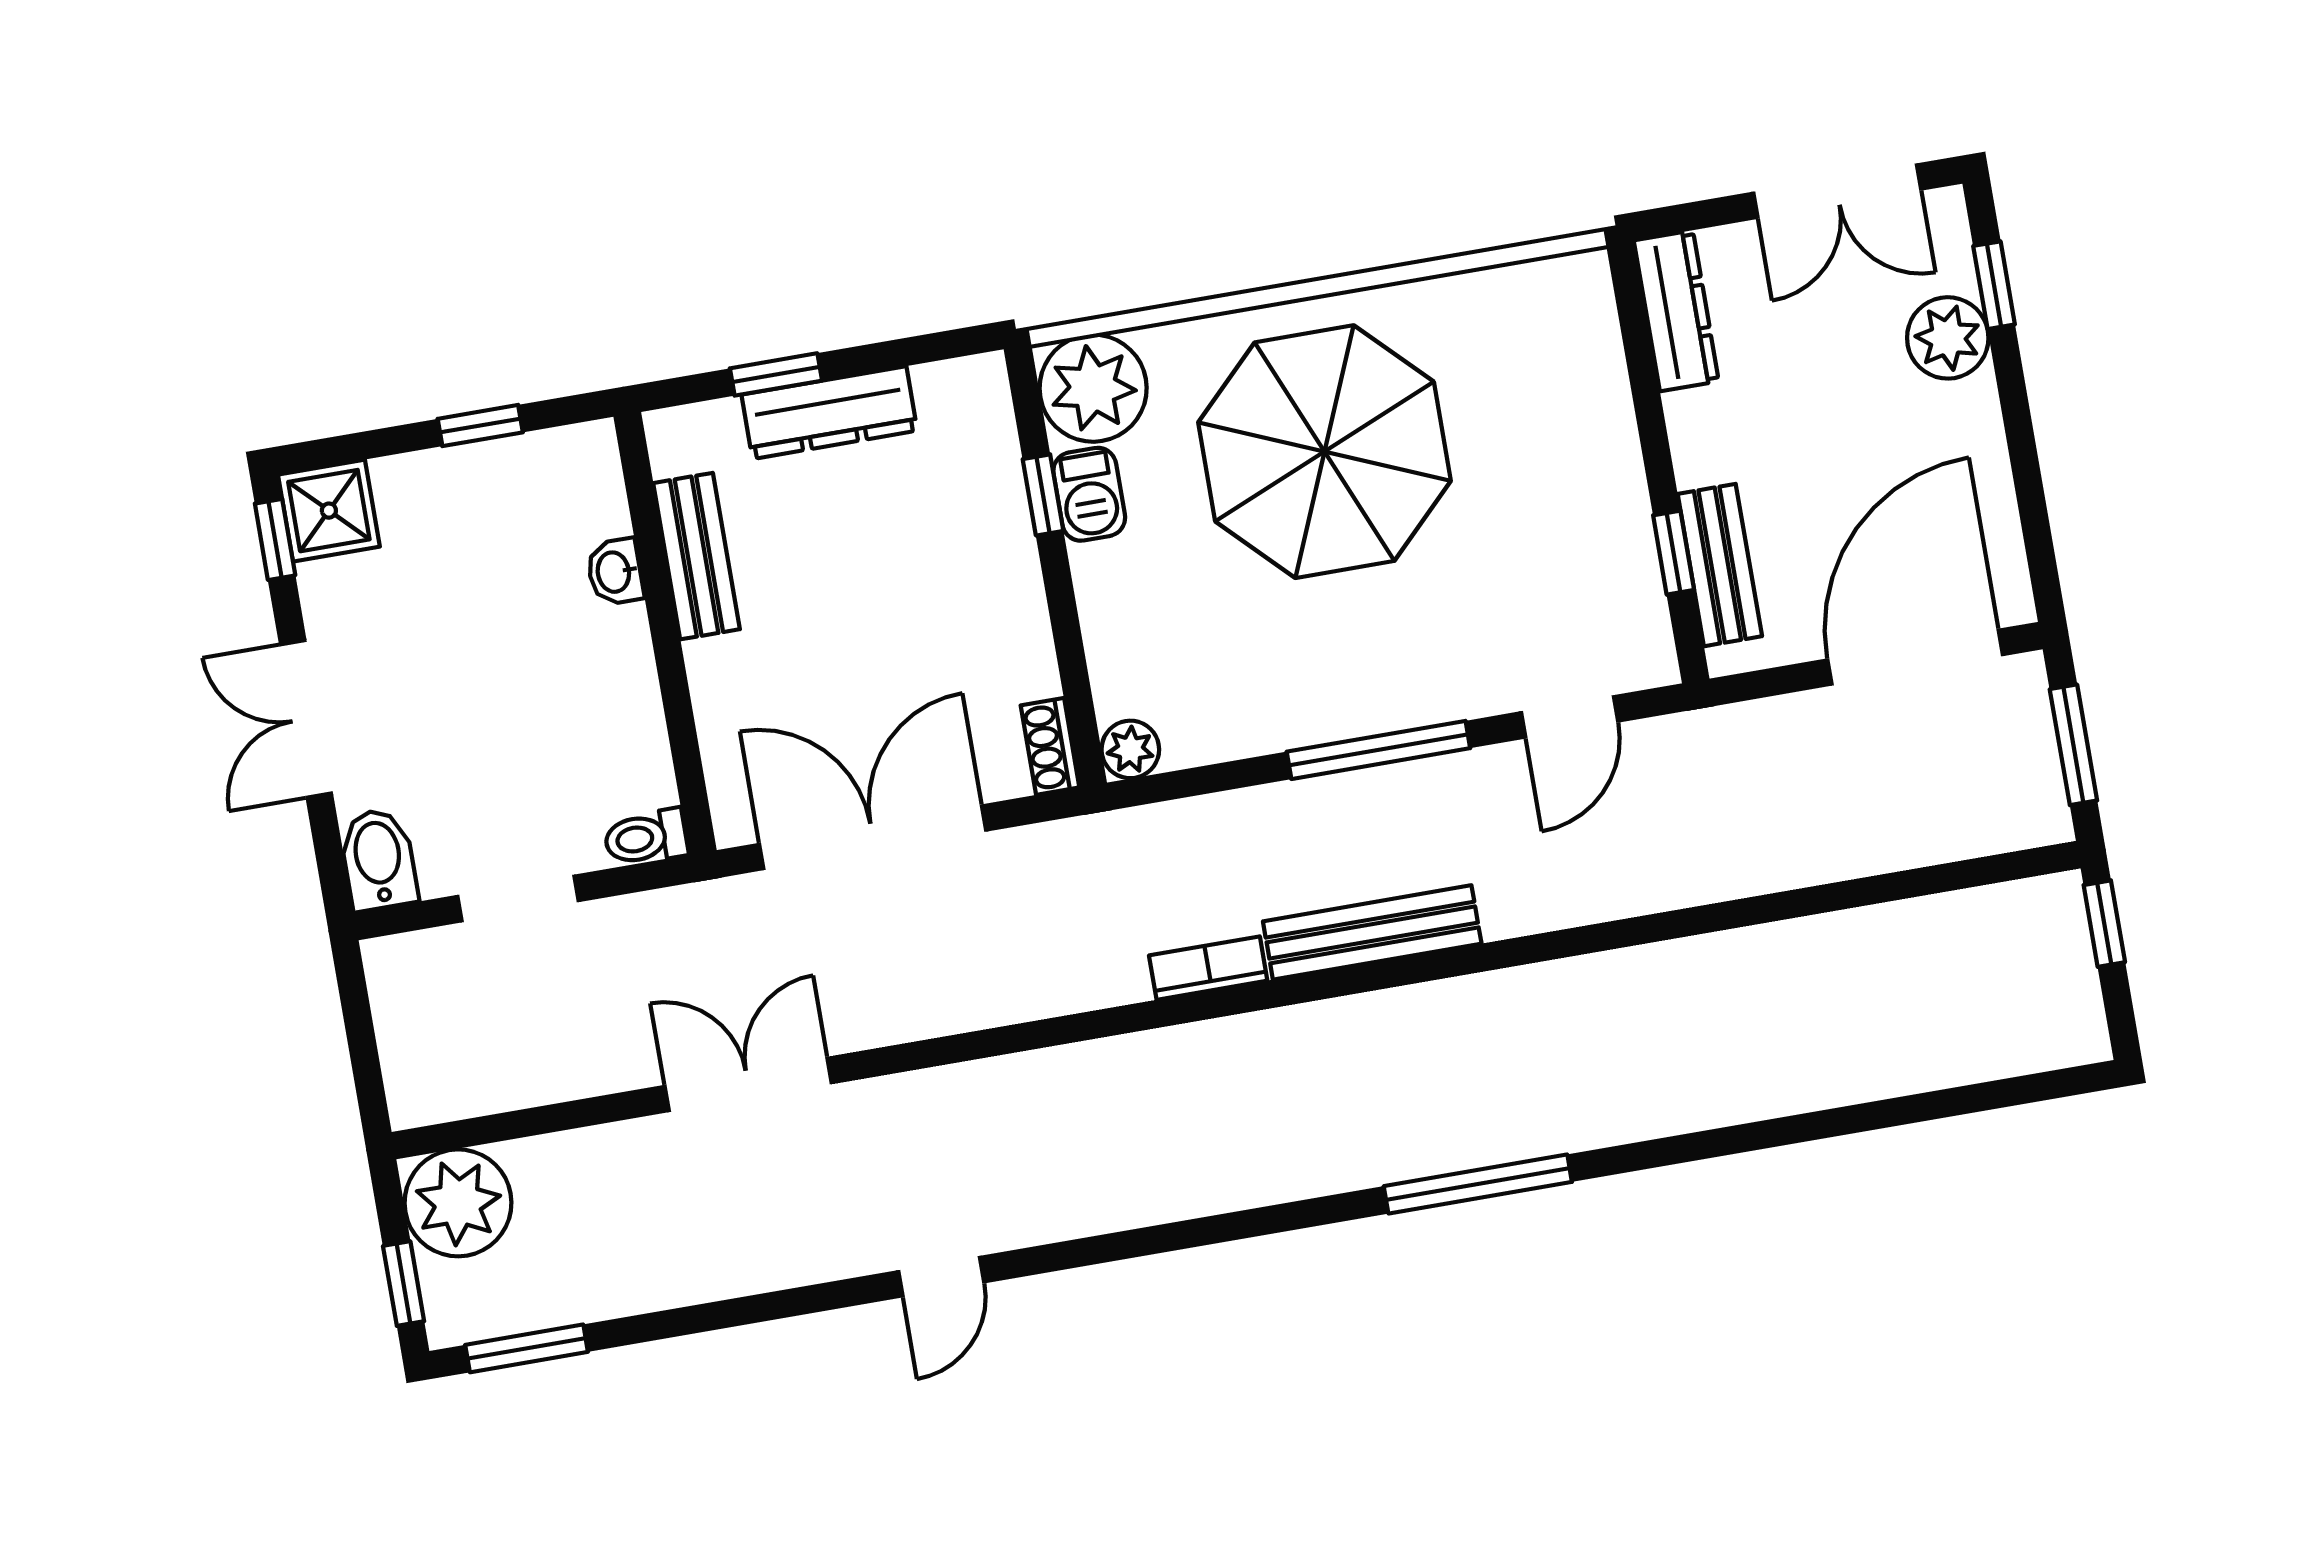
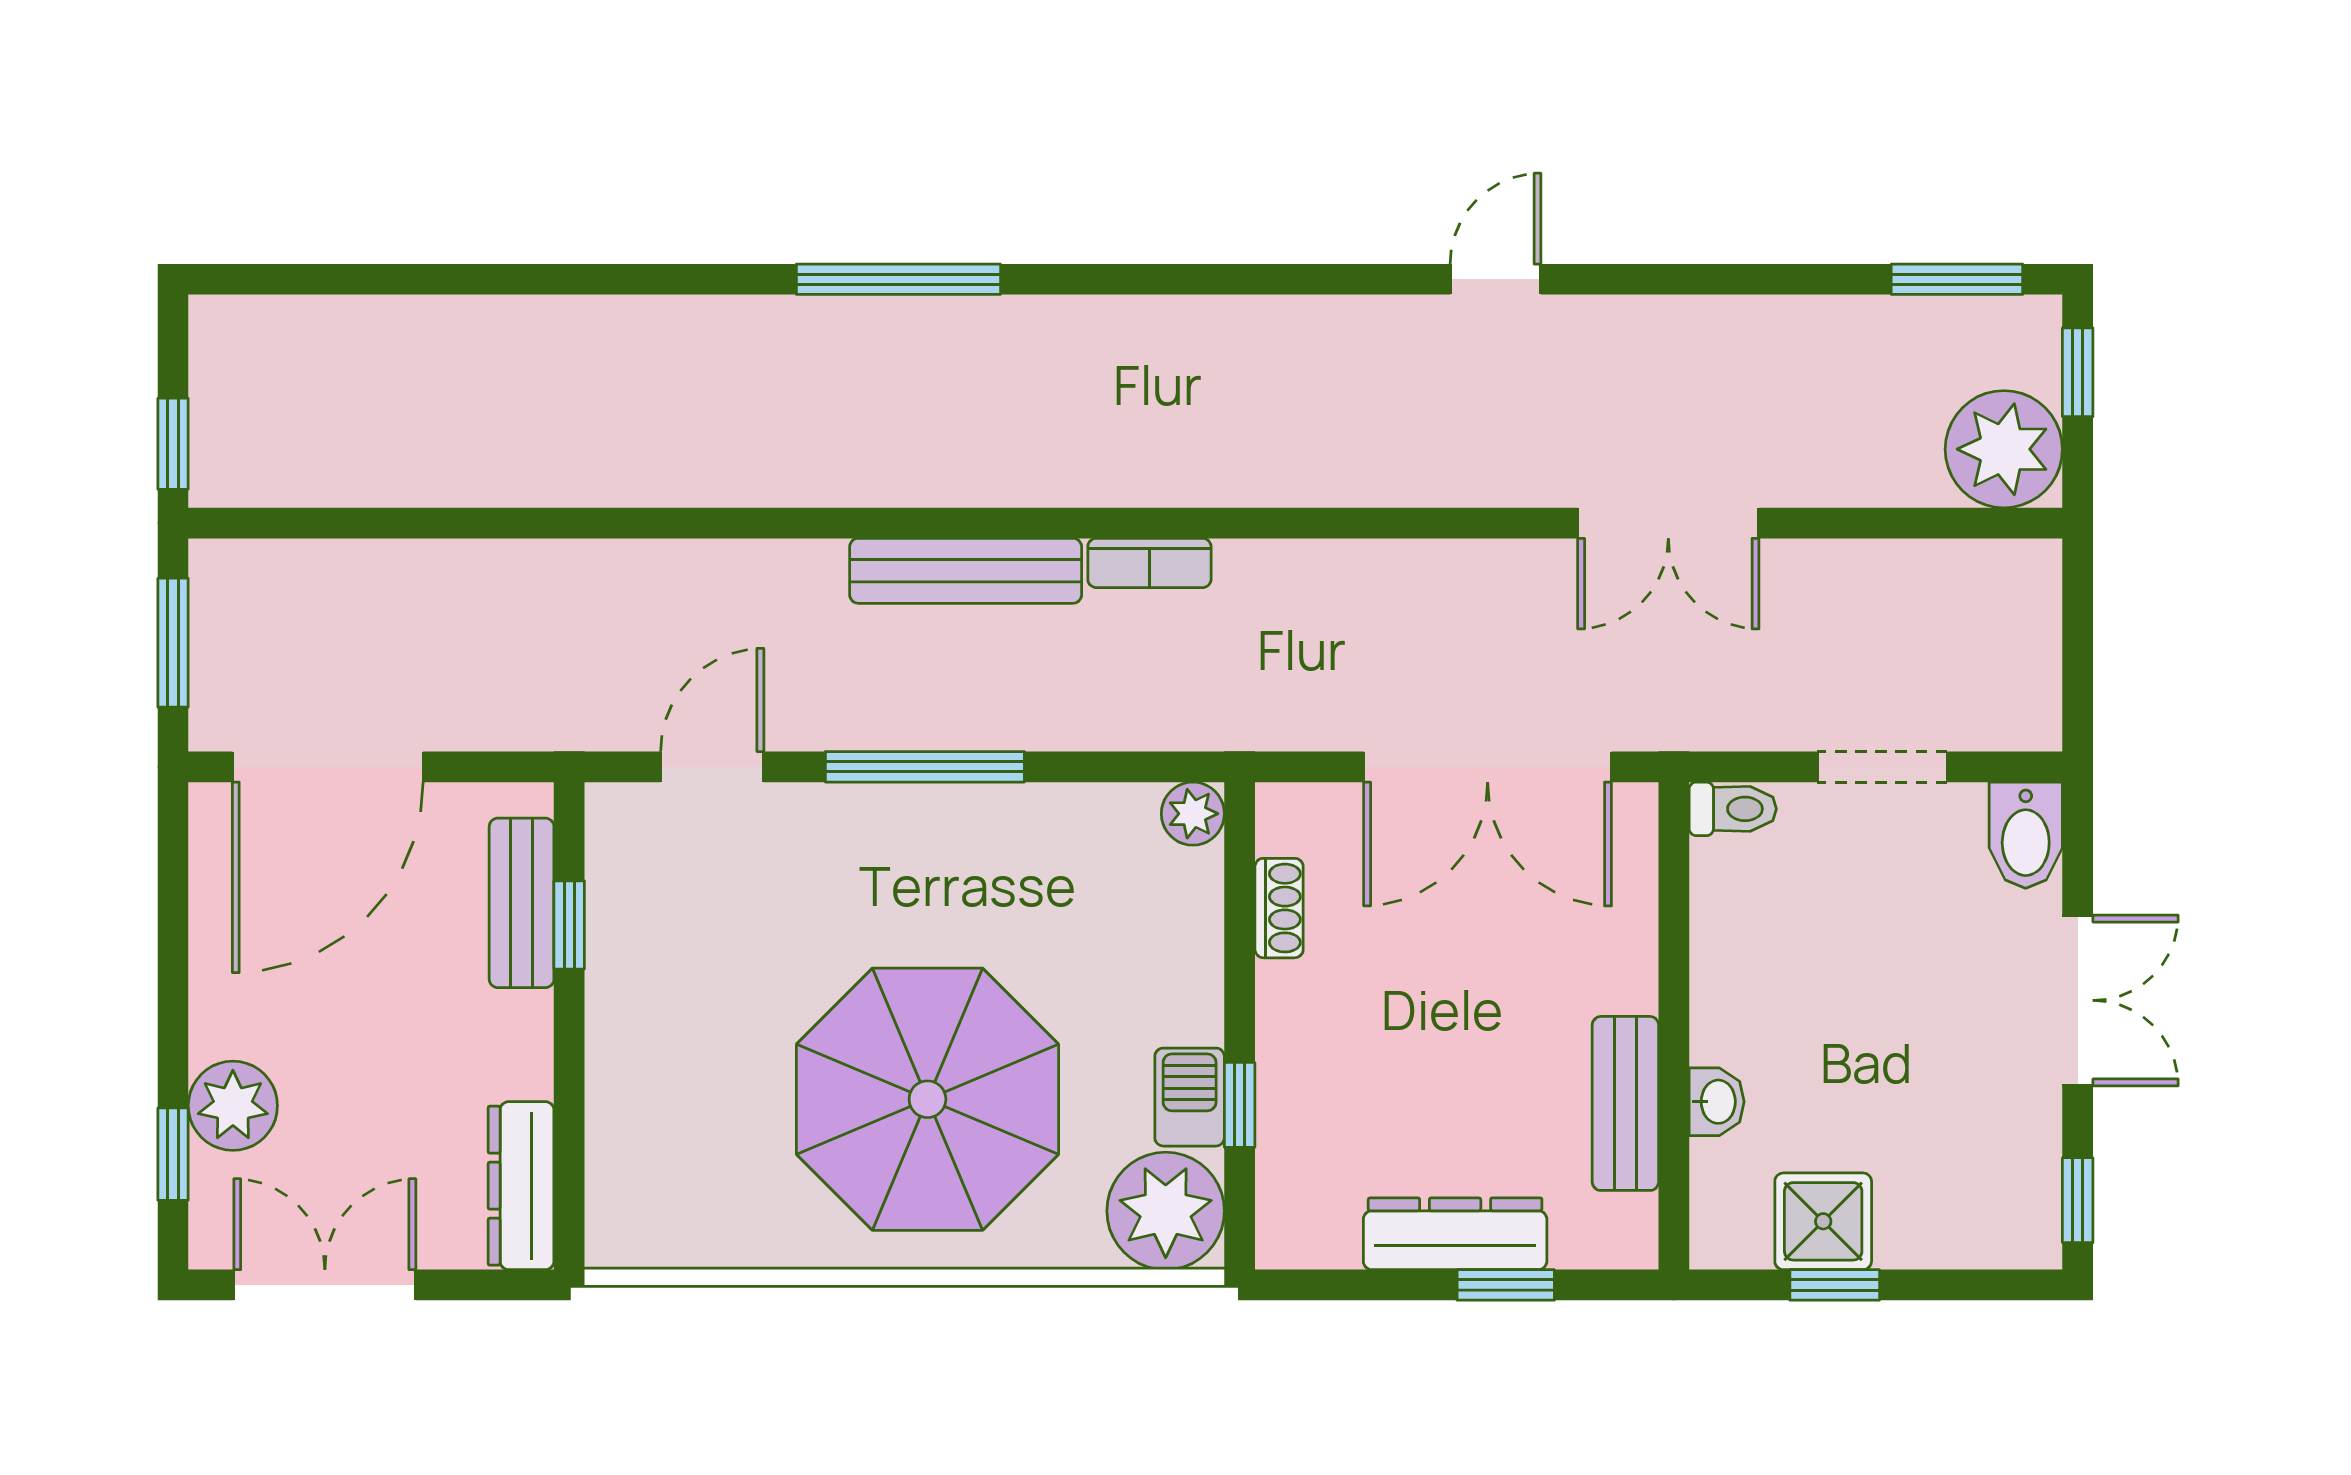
shower: (329, 511) -> (1823, 1221), moved
shoe rack: (1050, 746) -> (1279, 908), moved

